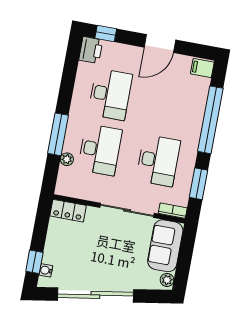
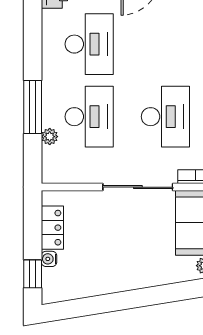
locker: (68, 211) -> (52, 228), moved, turned -90
water cooler: (46, 270) -> (49, 259), moved
sliding door: (95, 295) -> (118, 302), removed

